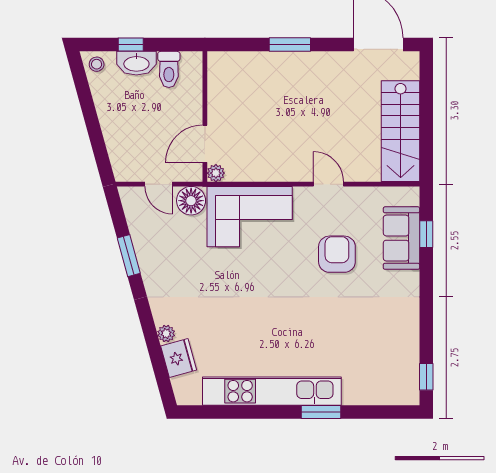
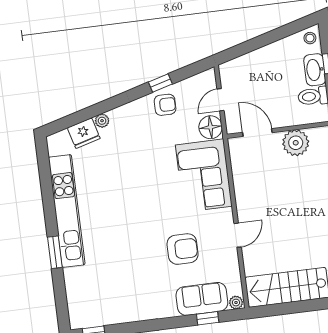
plant: (216, 173) -> (296, 143), moved, width x1.88, depth x1.88
plant: (411, 197) -> (236, 303), added
armchair: (156, 253) -> (165, 105), added
window: (129, 256) -> (160, 83), width x0.67

